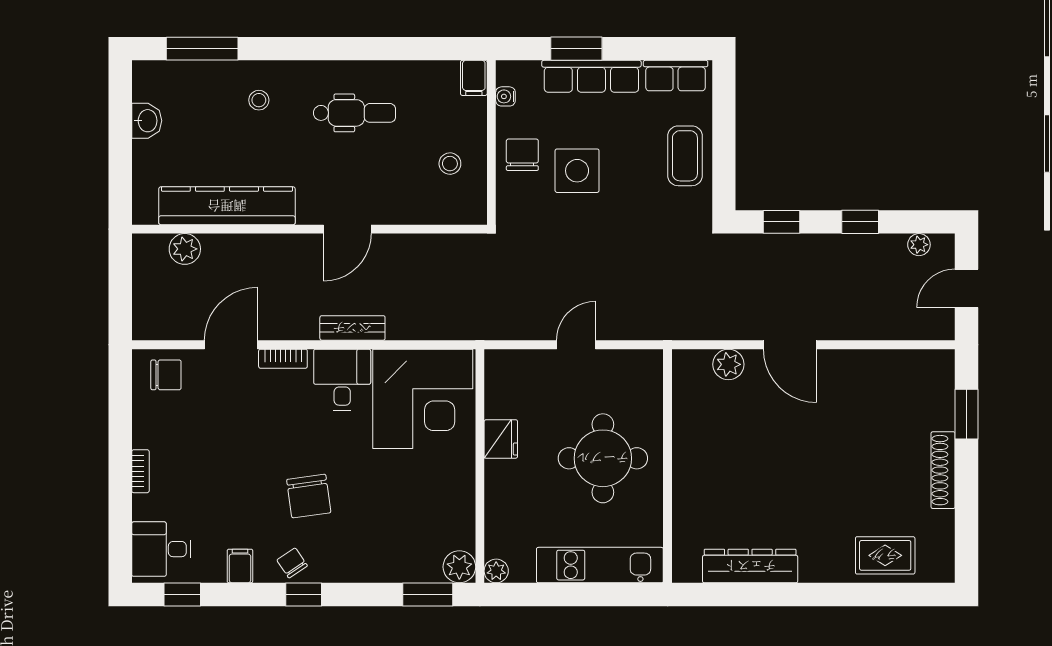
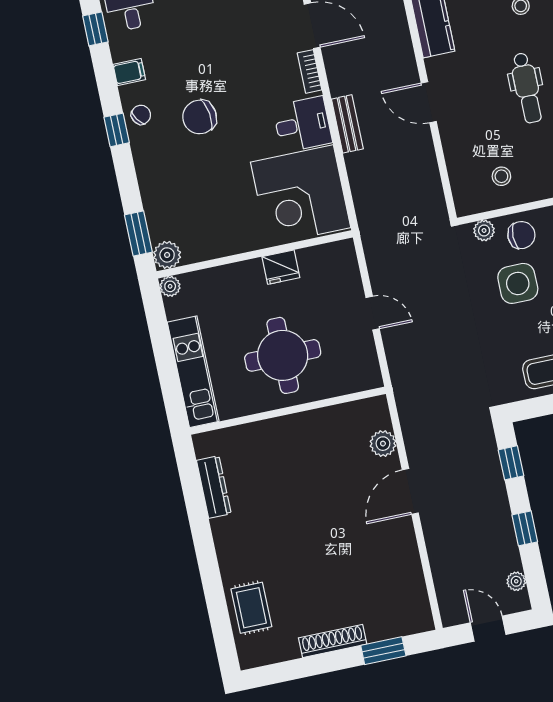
plant: (508, 197) -> (484, 230), added
dresser: (750, 566) -> (214, 487), width x0.73, depth x0.80

